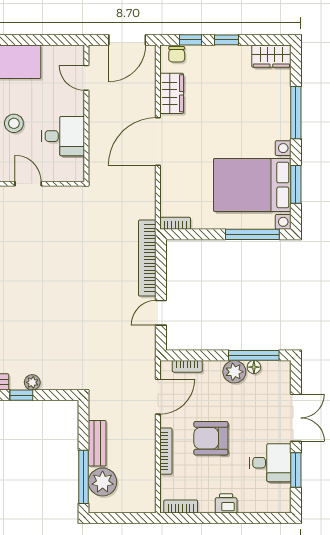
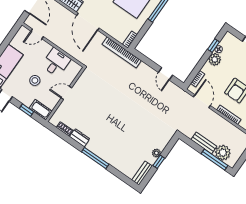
bookcase: (147, 258) -> (122, 52), moved
window: (254, 355) -> (213, 46), width x0.46

